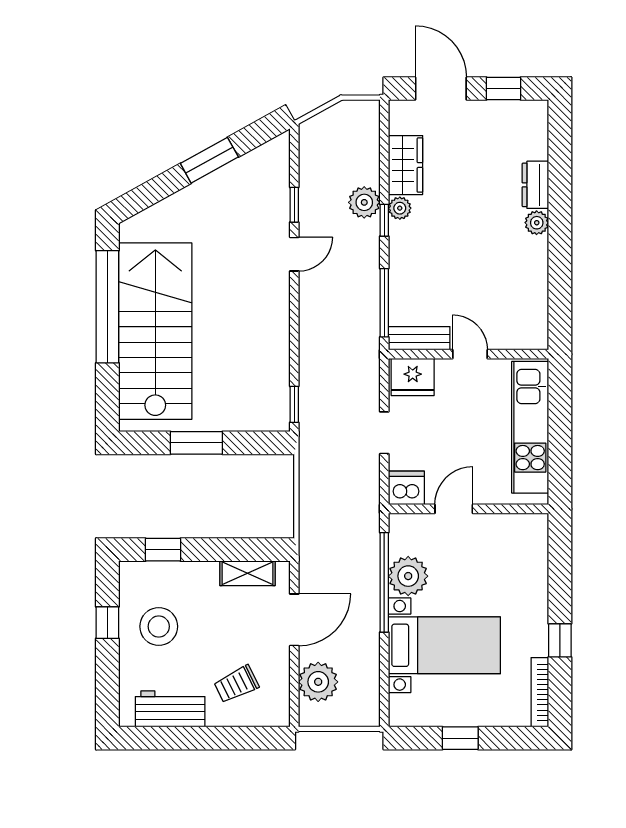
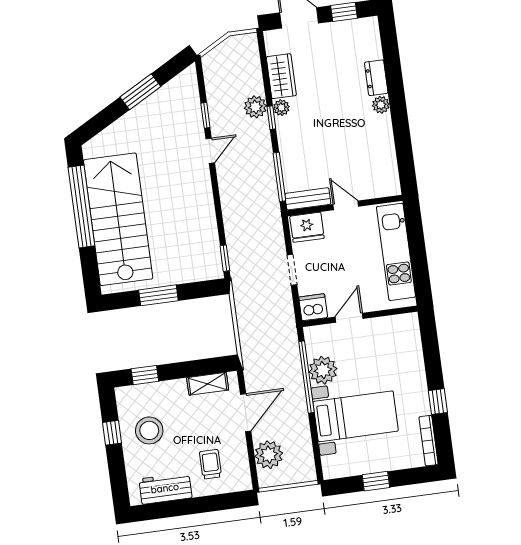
trolley: (236, 684) -> (210, 464), turned 116

